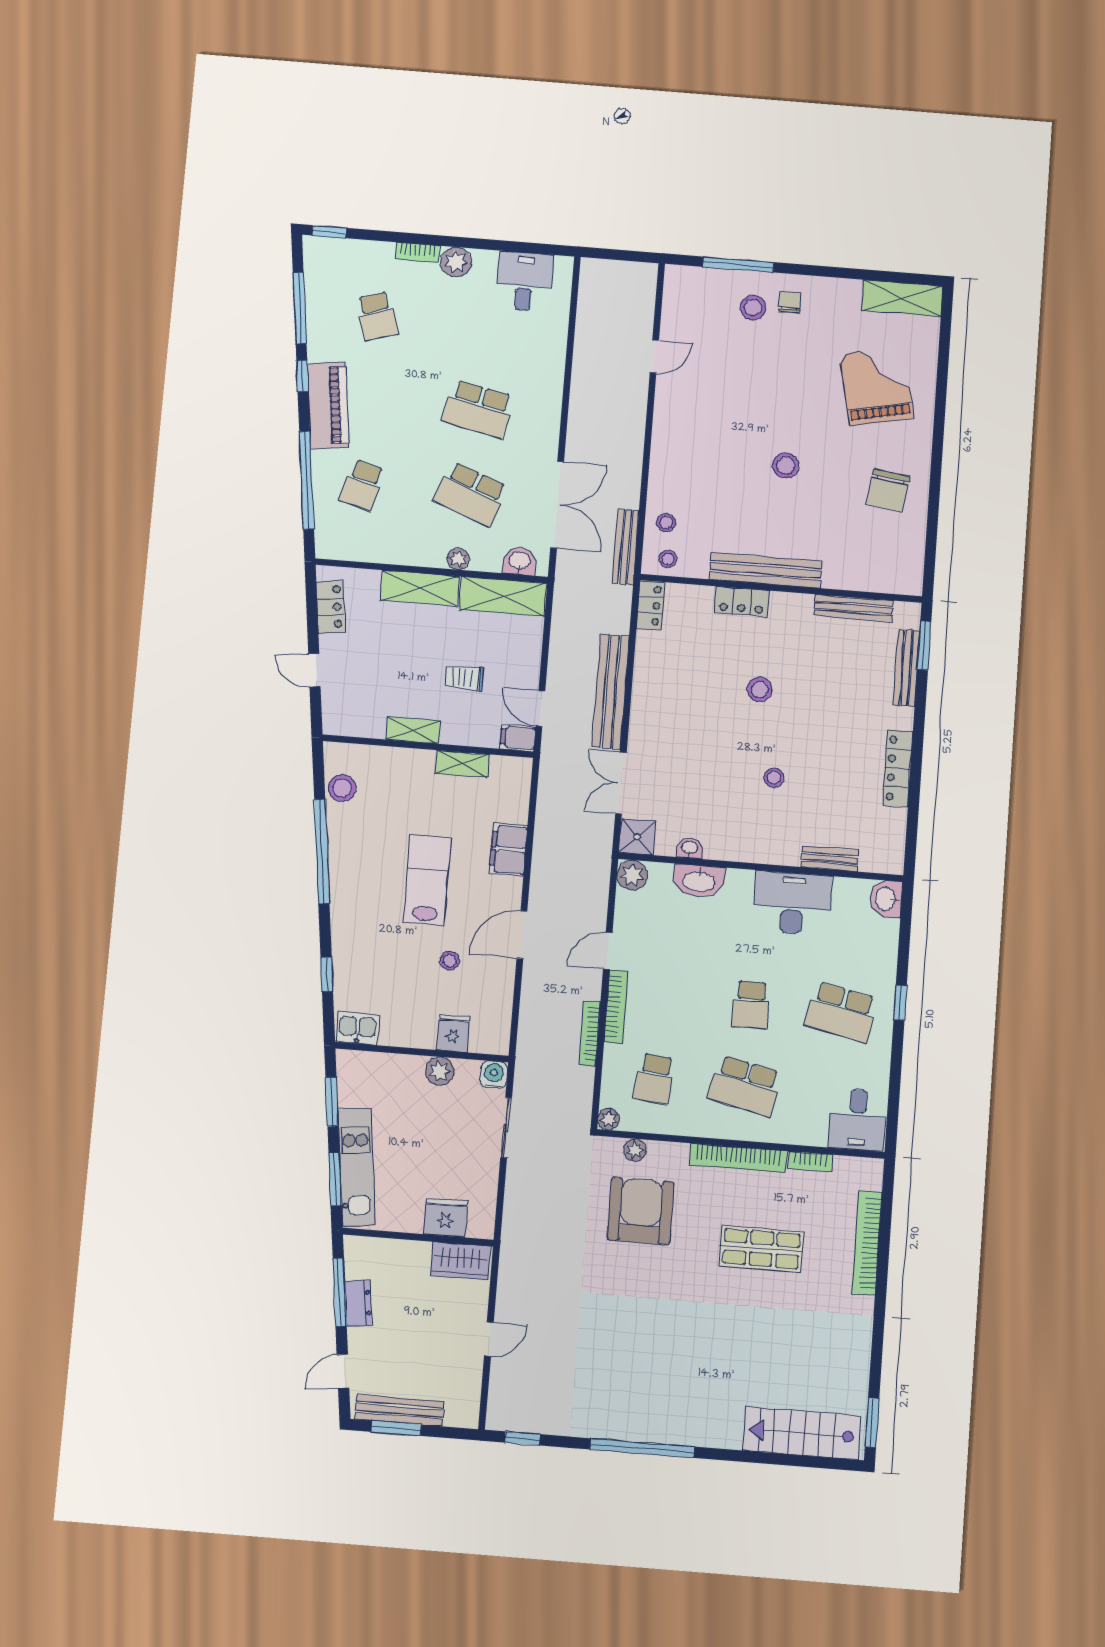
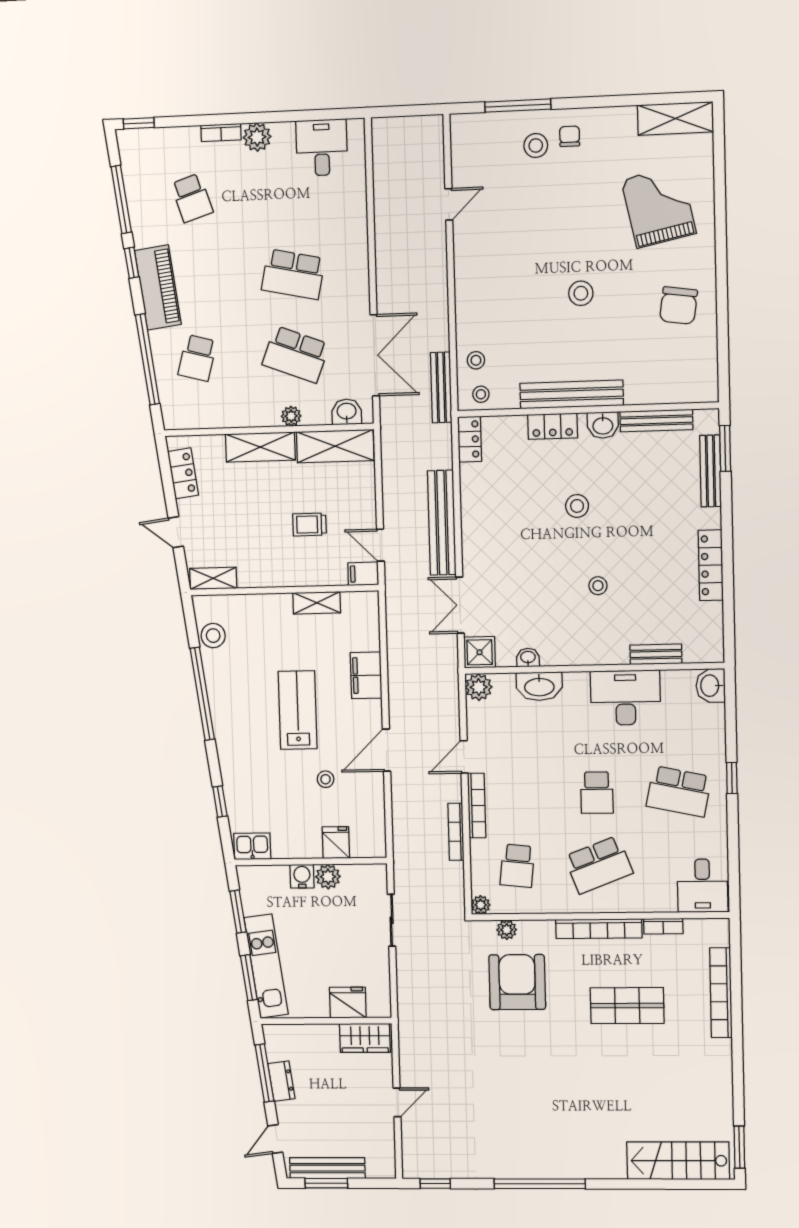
washbasin: (796, 607) -> (603, 425), added
shelving: (413, 730) -> (213, 578), moved
water cooler: (494, 1075) -> (302, 876), moved
school desk: (745, 1086) -> (599, 865), turned -33

